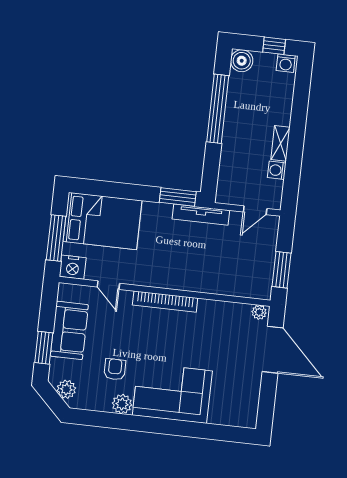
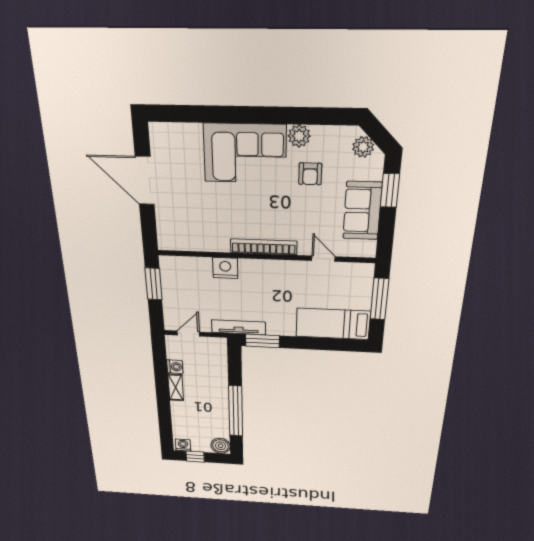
bed: (103, 221) -> (333, 324), width x0.67
nightstand: (73, 267) -> (225, 268), moved
plant: (259, 312) -> (168, 243), removed
door: (273, 350) -> (145, 181), moved

